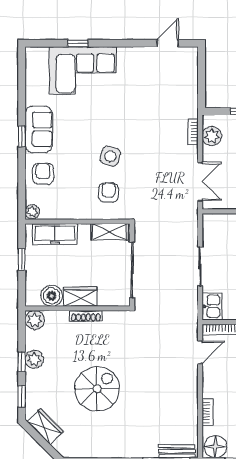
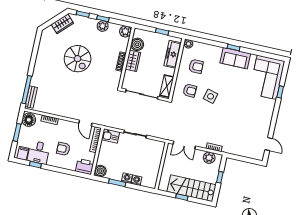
corner sofa: (83, 71) -> (267, 77), moved
armchair: (43, 174) -> (196, 66), moved

